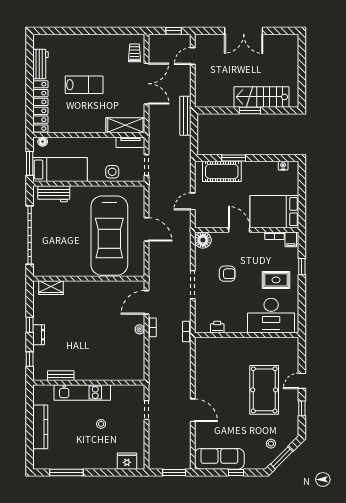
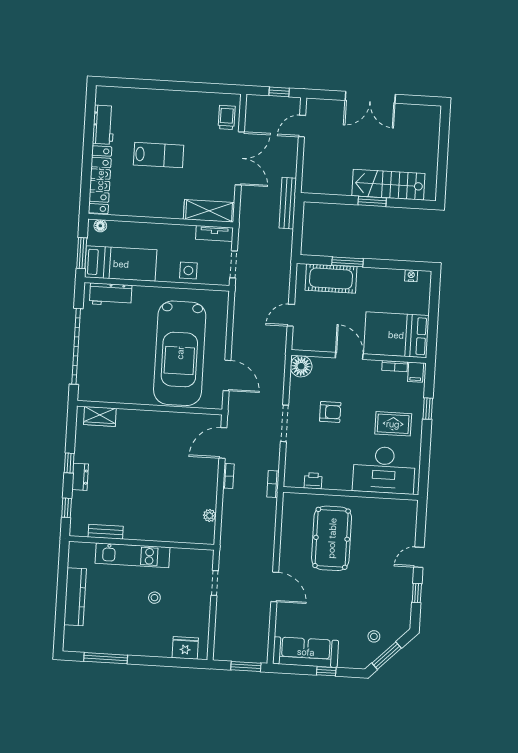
door: (146, 229) -> (227, 375), moved
plant: (140, 329) -> (210, 516), moved
pool table: (264, 390) -> (332, 538), moved

